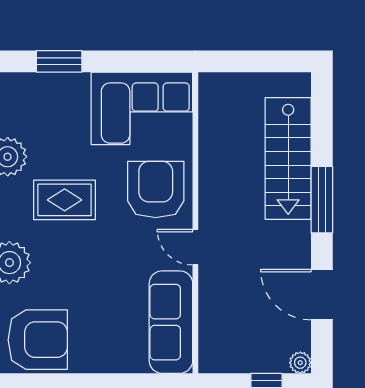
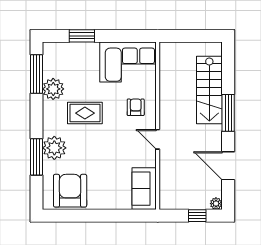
armchair: (156, 190) -> (136, 107), width x0.53, depth x0.53
sofa: (171, 322) -> (144, 189), width x0.73
armchair: (38, 340) -> (70, 191), turned -90

